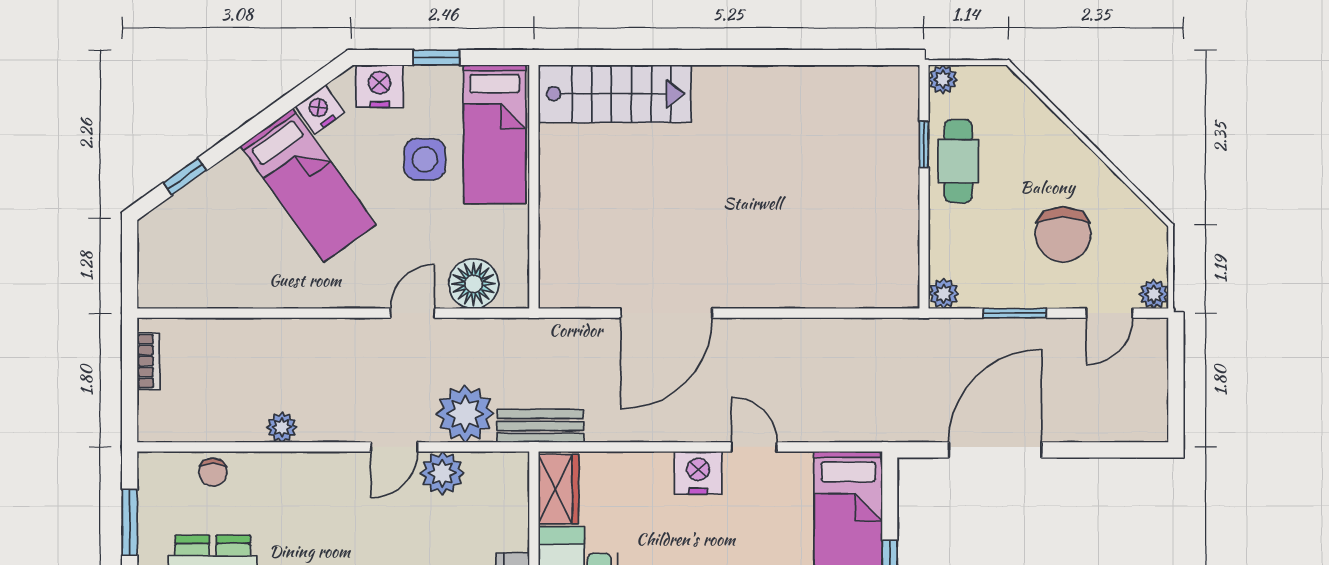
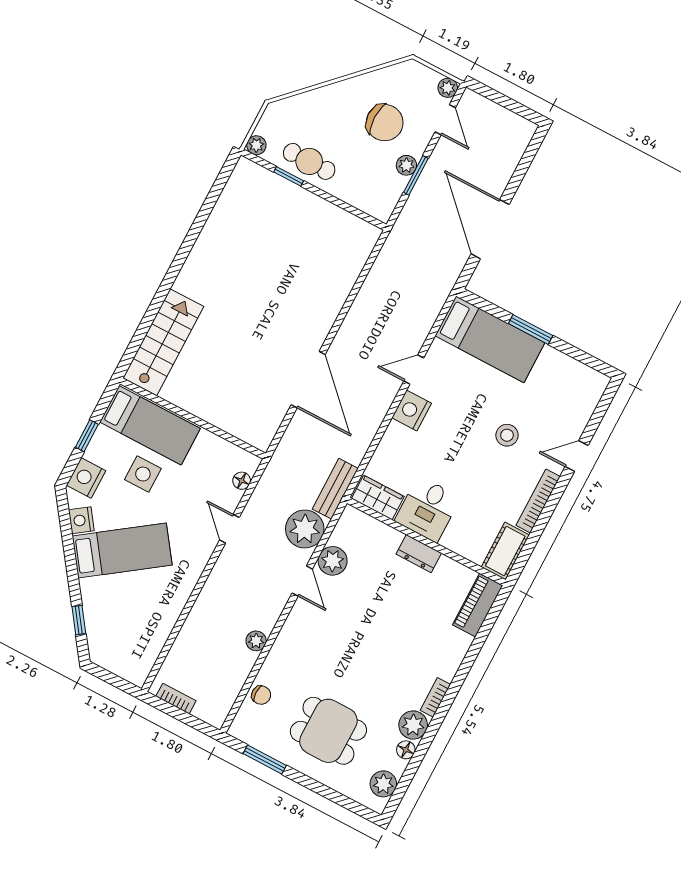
floor lamp: (473, 284) -> (242, 481), width x0.53, depth x0.53
plant: (944, 294) -> (406, 165), moved

